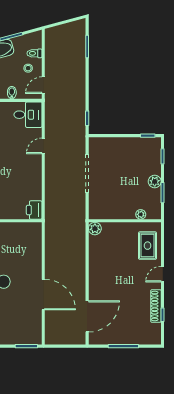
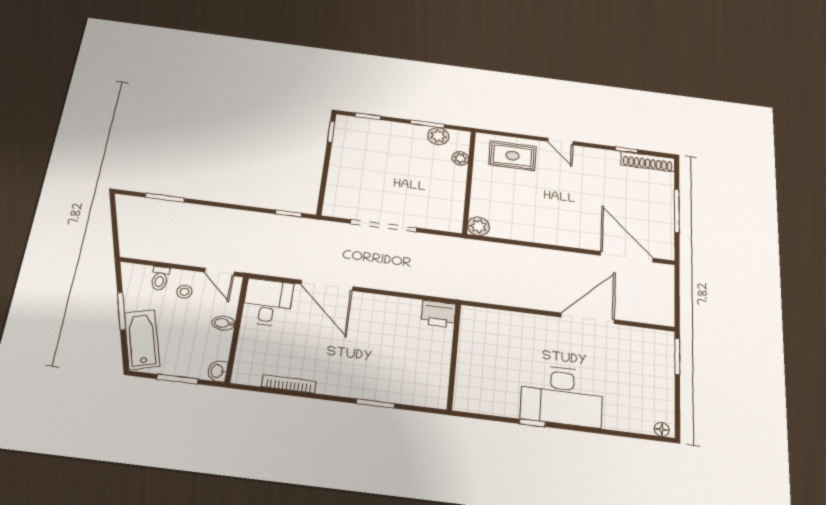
door: (43, 146) -> (327, 285), width x1.88
plant: (155, 181) -> (438, 136), moved
shoe rack: (156, 306) -> (648, 162), moved

